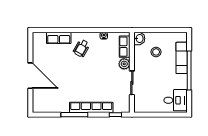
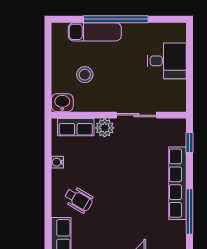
desk: (176, 100) -> (167, 61), moved, turned 90

